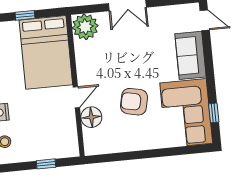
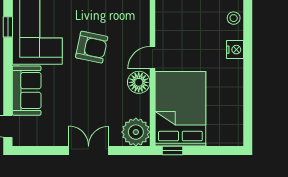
window: (25, 15) -> (173, 151), moved
floor lamp: (91, 117) -> (139, 82), moved

